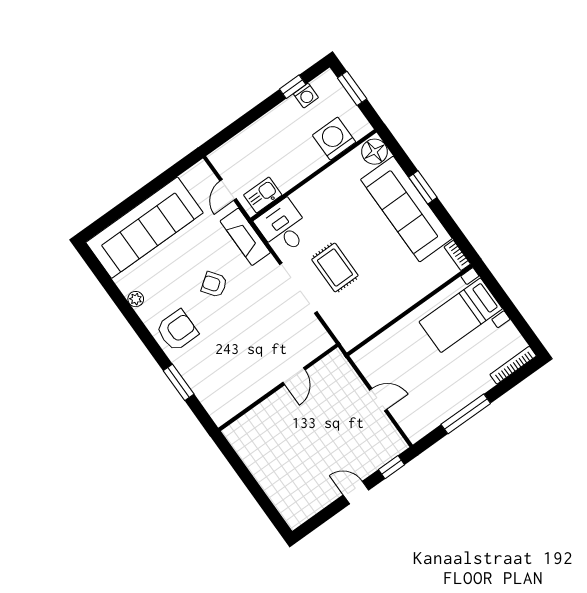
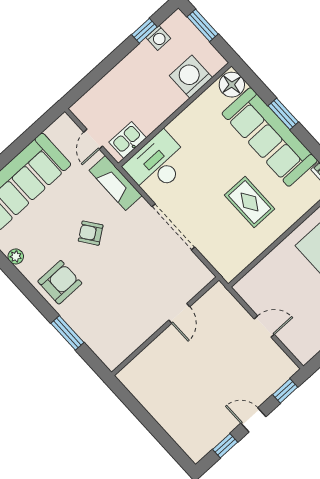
desk: (283, 227) -> (157, 164), width x1.37
rug: (335, 267) -> (250, 202), moved
window: (324, 515) -> (225, 446), added

